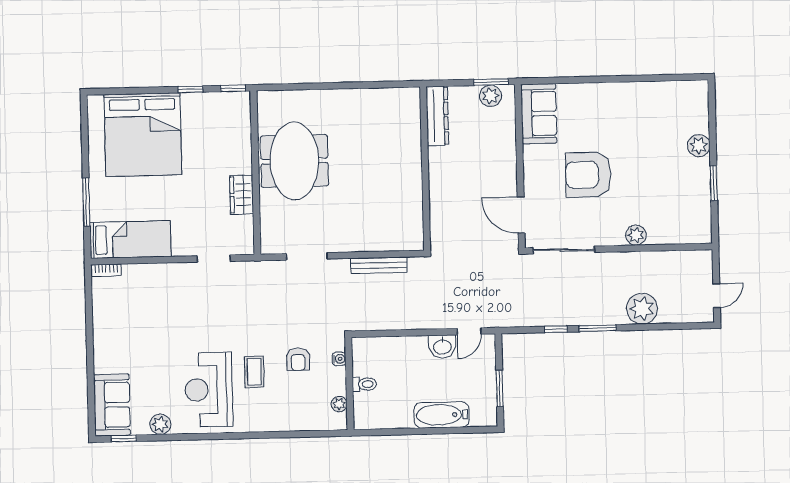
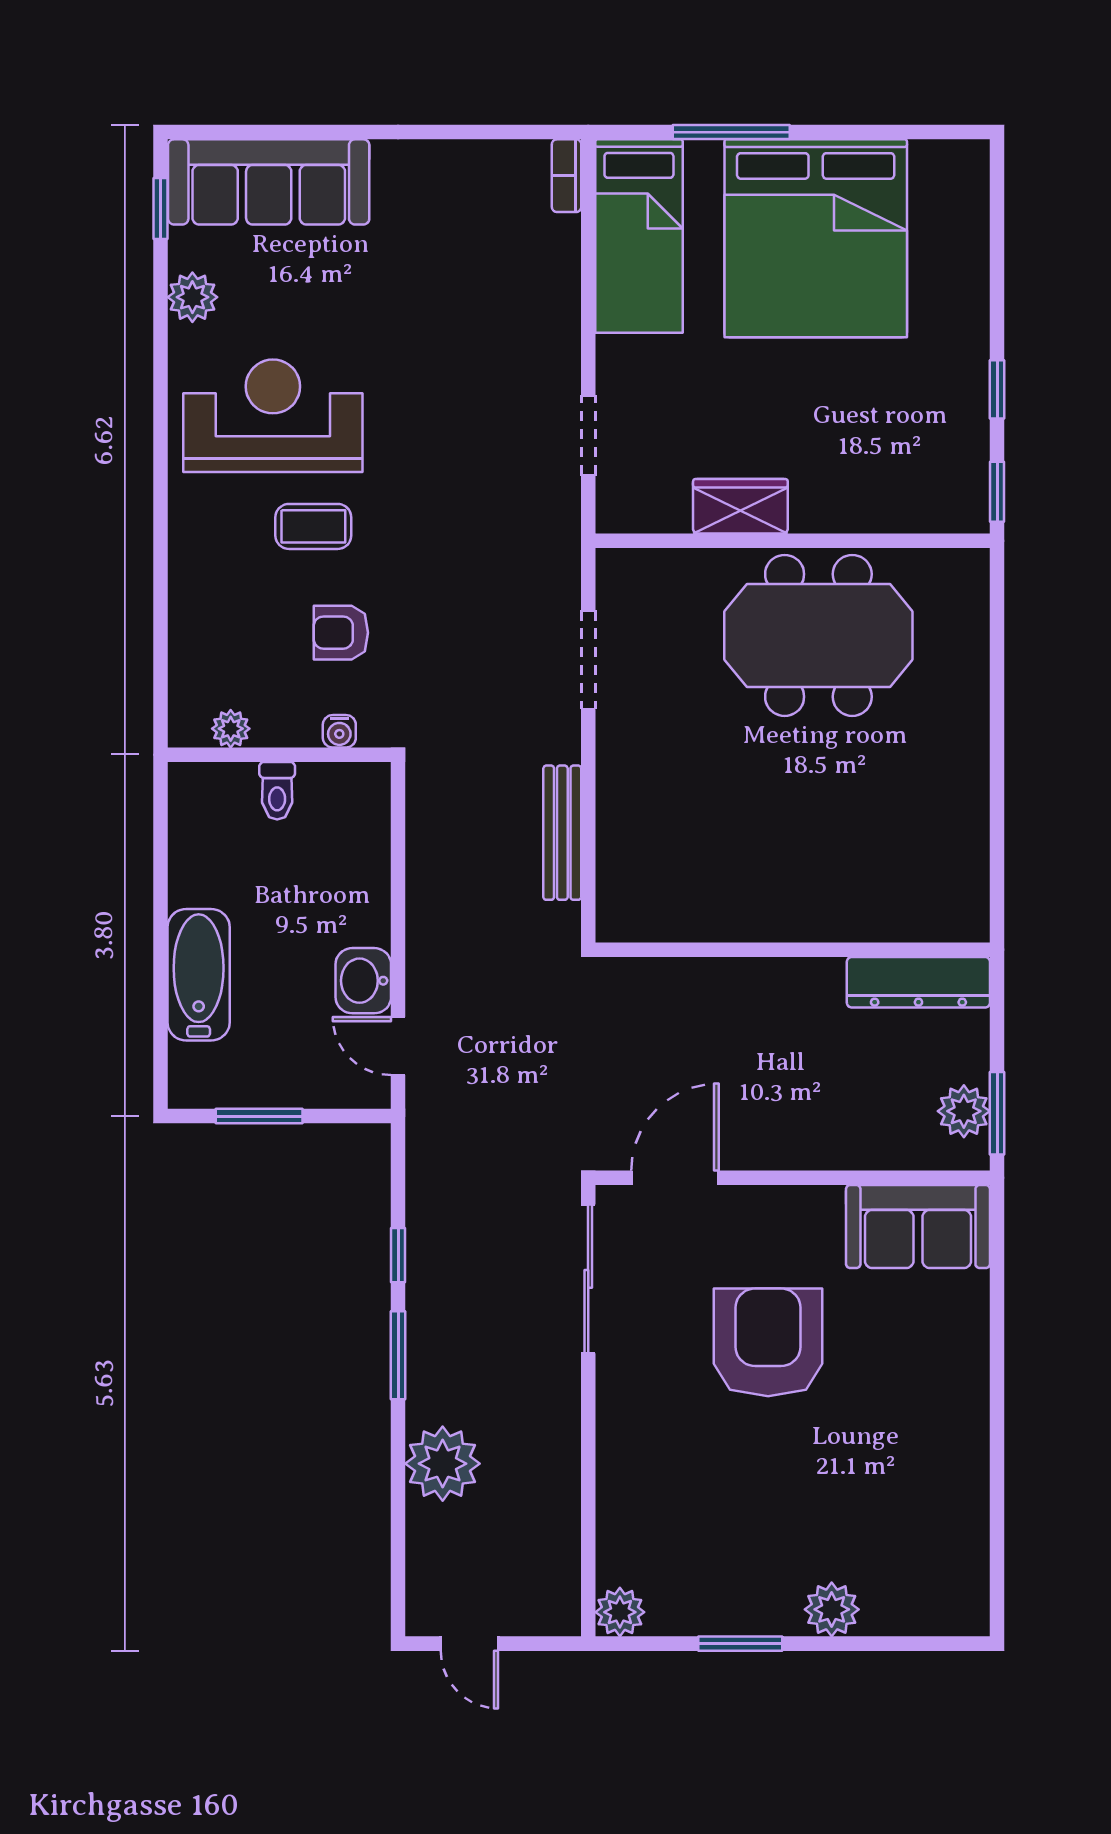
bed: (143, 135) -> (816, 238), moved, turned -90
plant: (636, 235) -> (620, 1612), moved
sofa: (112, 405) -> (269, 182), width x1.36

